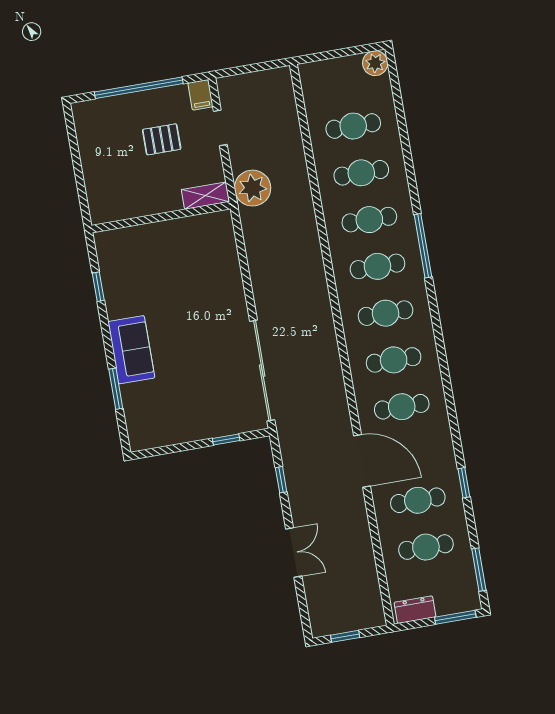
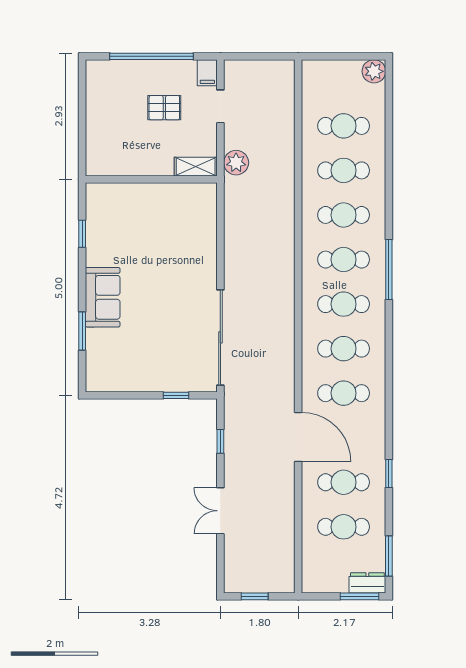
plant: (253, 188) -> (236, 163), width x0.73, depth x0.73
window: (423, 246) -> (389, 269), moved
double door: (294, 553) -> (220, 511), swing flipped
dresser: (415, 610) -> (367, 583), moved

